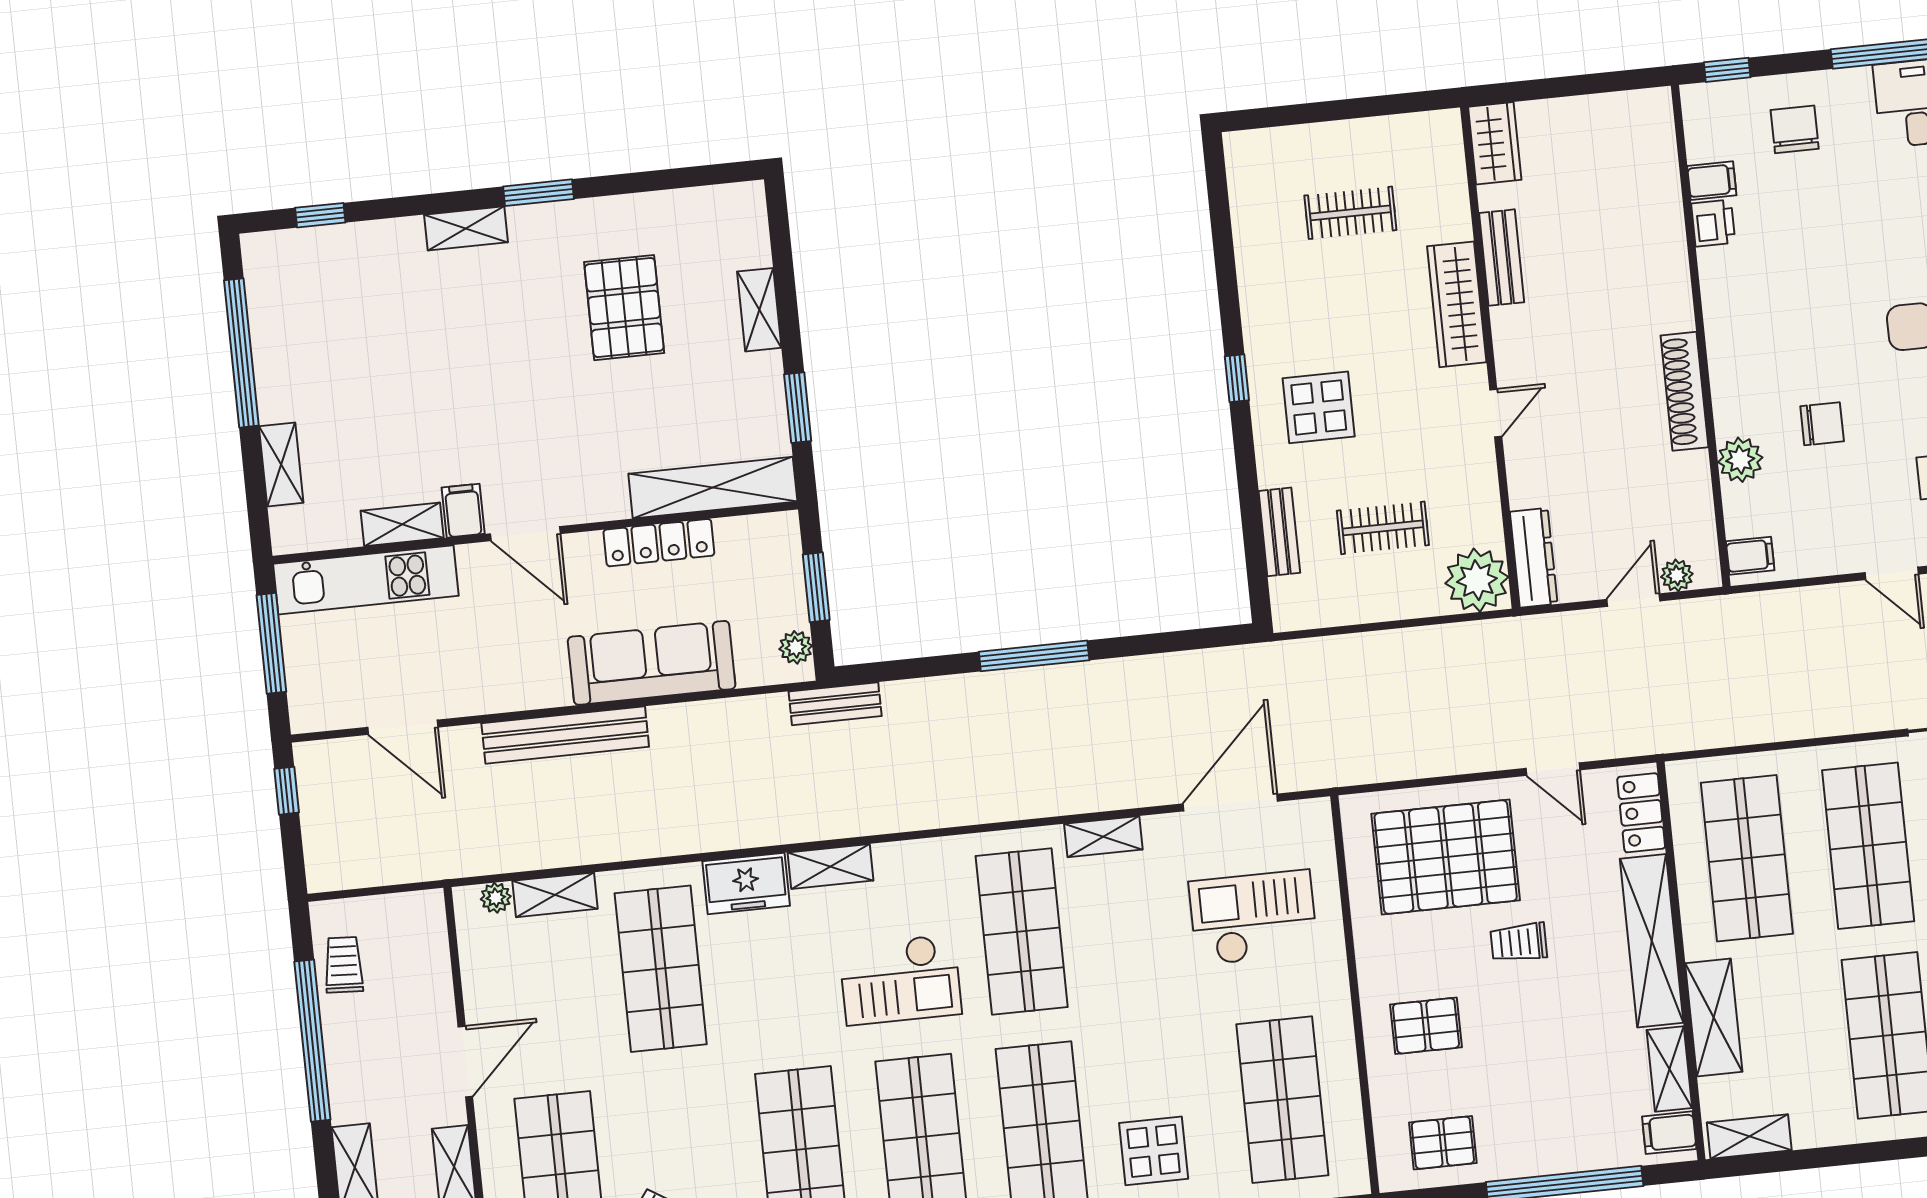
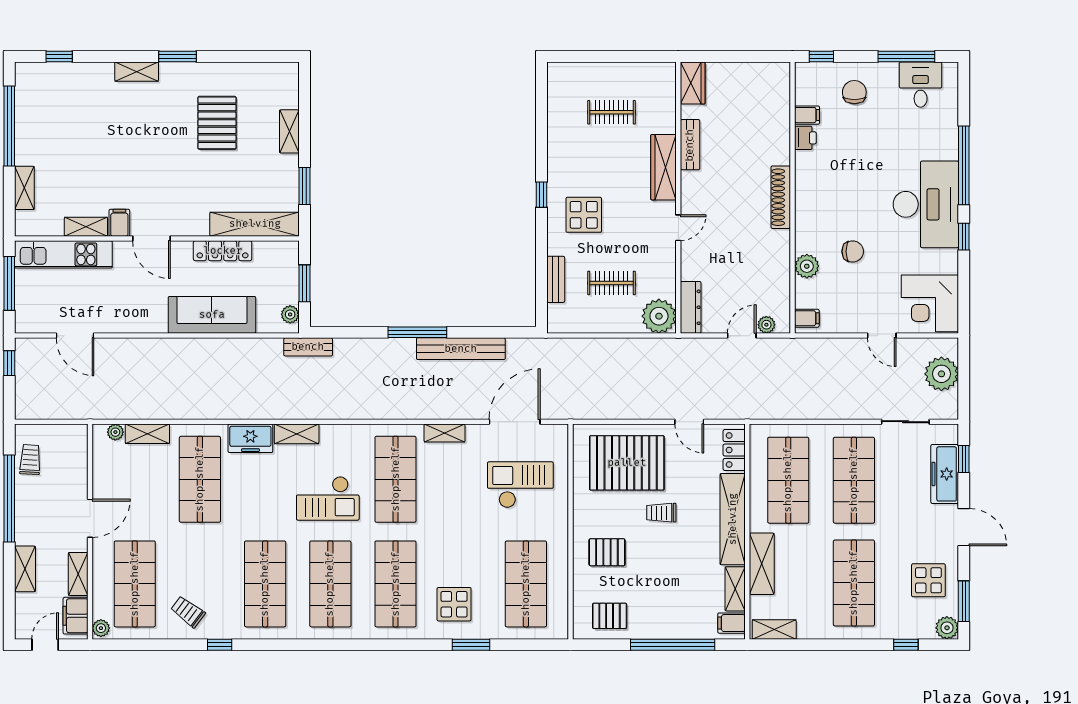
shoe rack: (1684, 391) -> (781, 197), moved
bench: (565, 735) -> (461, 349), moved

